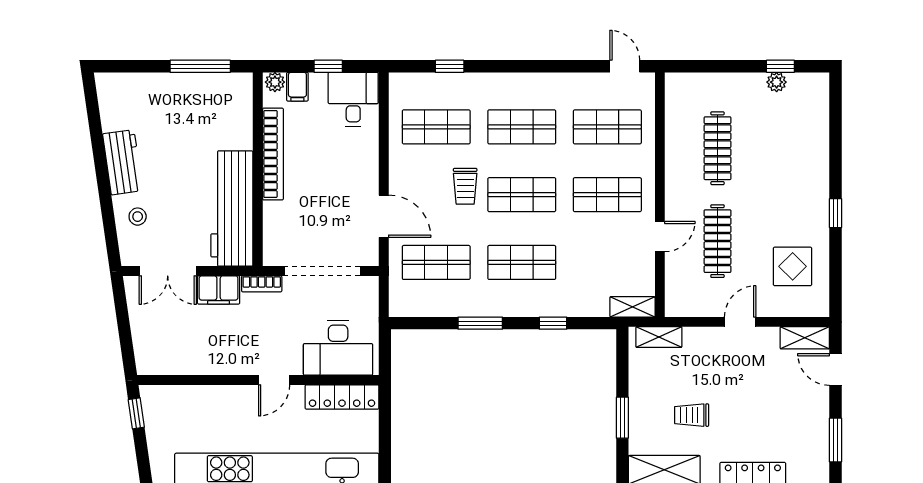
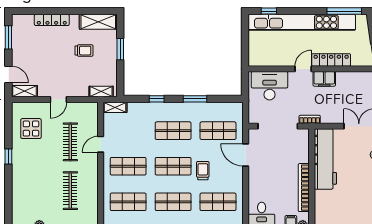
filing cabinet: (219, 290) -> (324, 79), moved, turned 180
locker: (342, 397) -> (331, 60), moved

